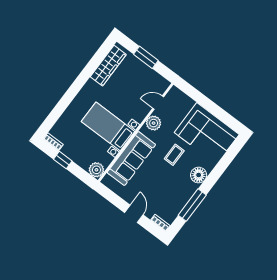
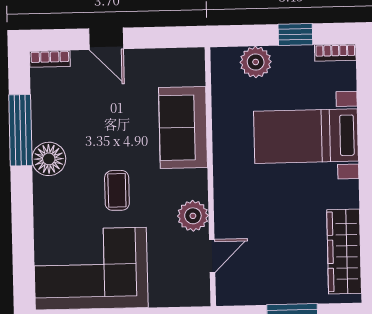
bed with nightstands: (108, 126) -> (306, 136), moved, turned 180
sofa: (131, 159) -> (183, 128), width x0.73
plant: (96, 170) -> (256, 62), moved
floor lamp: (199, 175) -> (49, 159), moved

